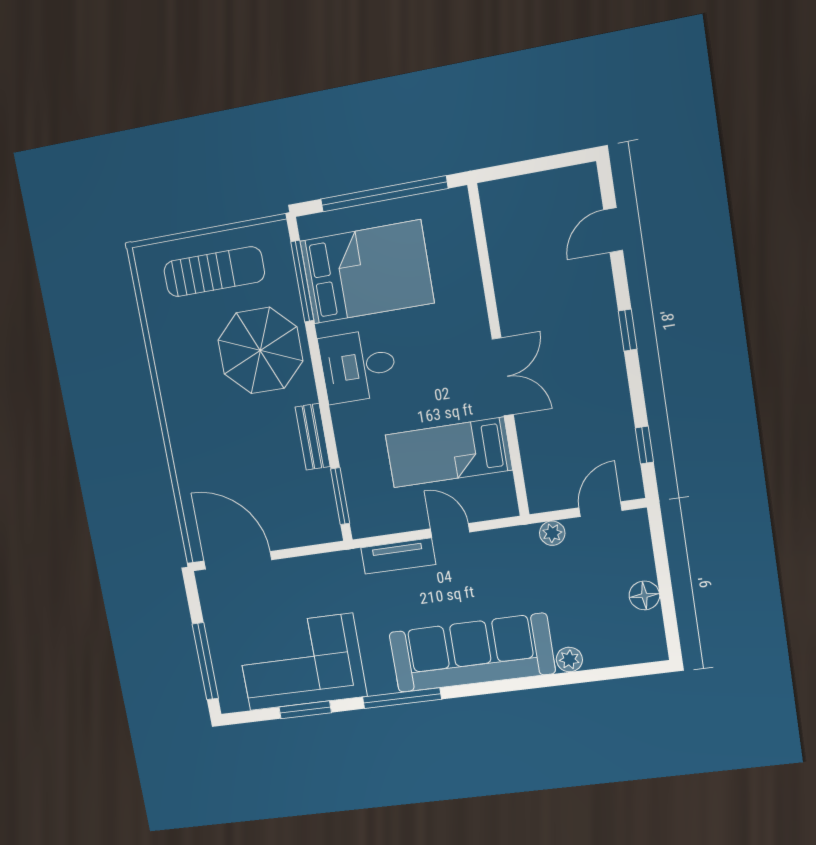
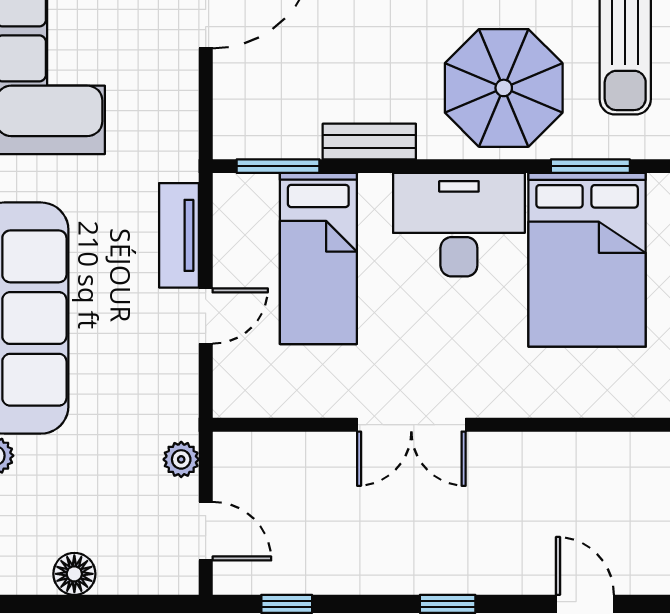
window: (302, 281) -> (590, 166), width x0.69
desk: (358, 366) -> (459, 225), width x1.37
bed: (449, 452) -> (318, 258), moved, turned 180

